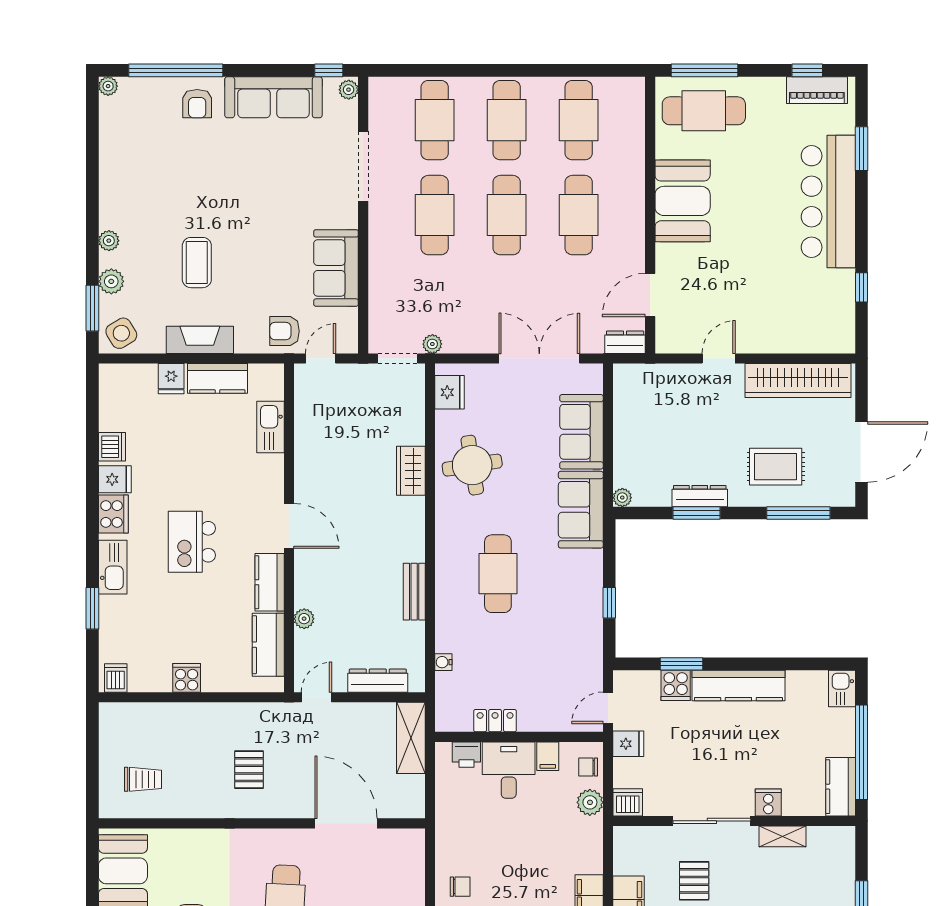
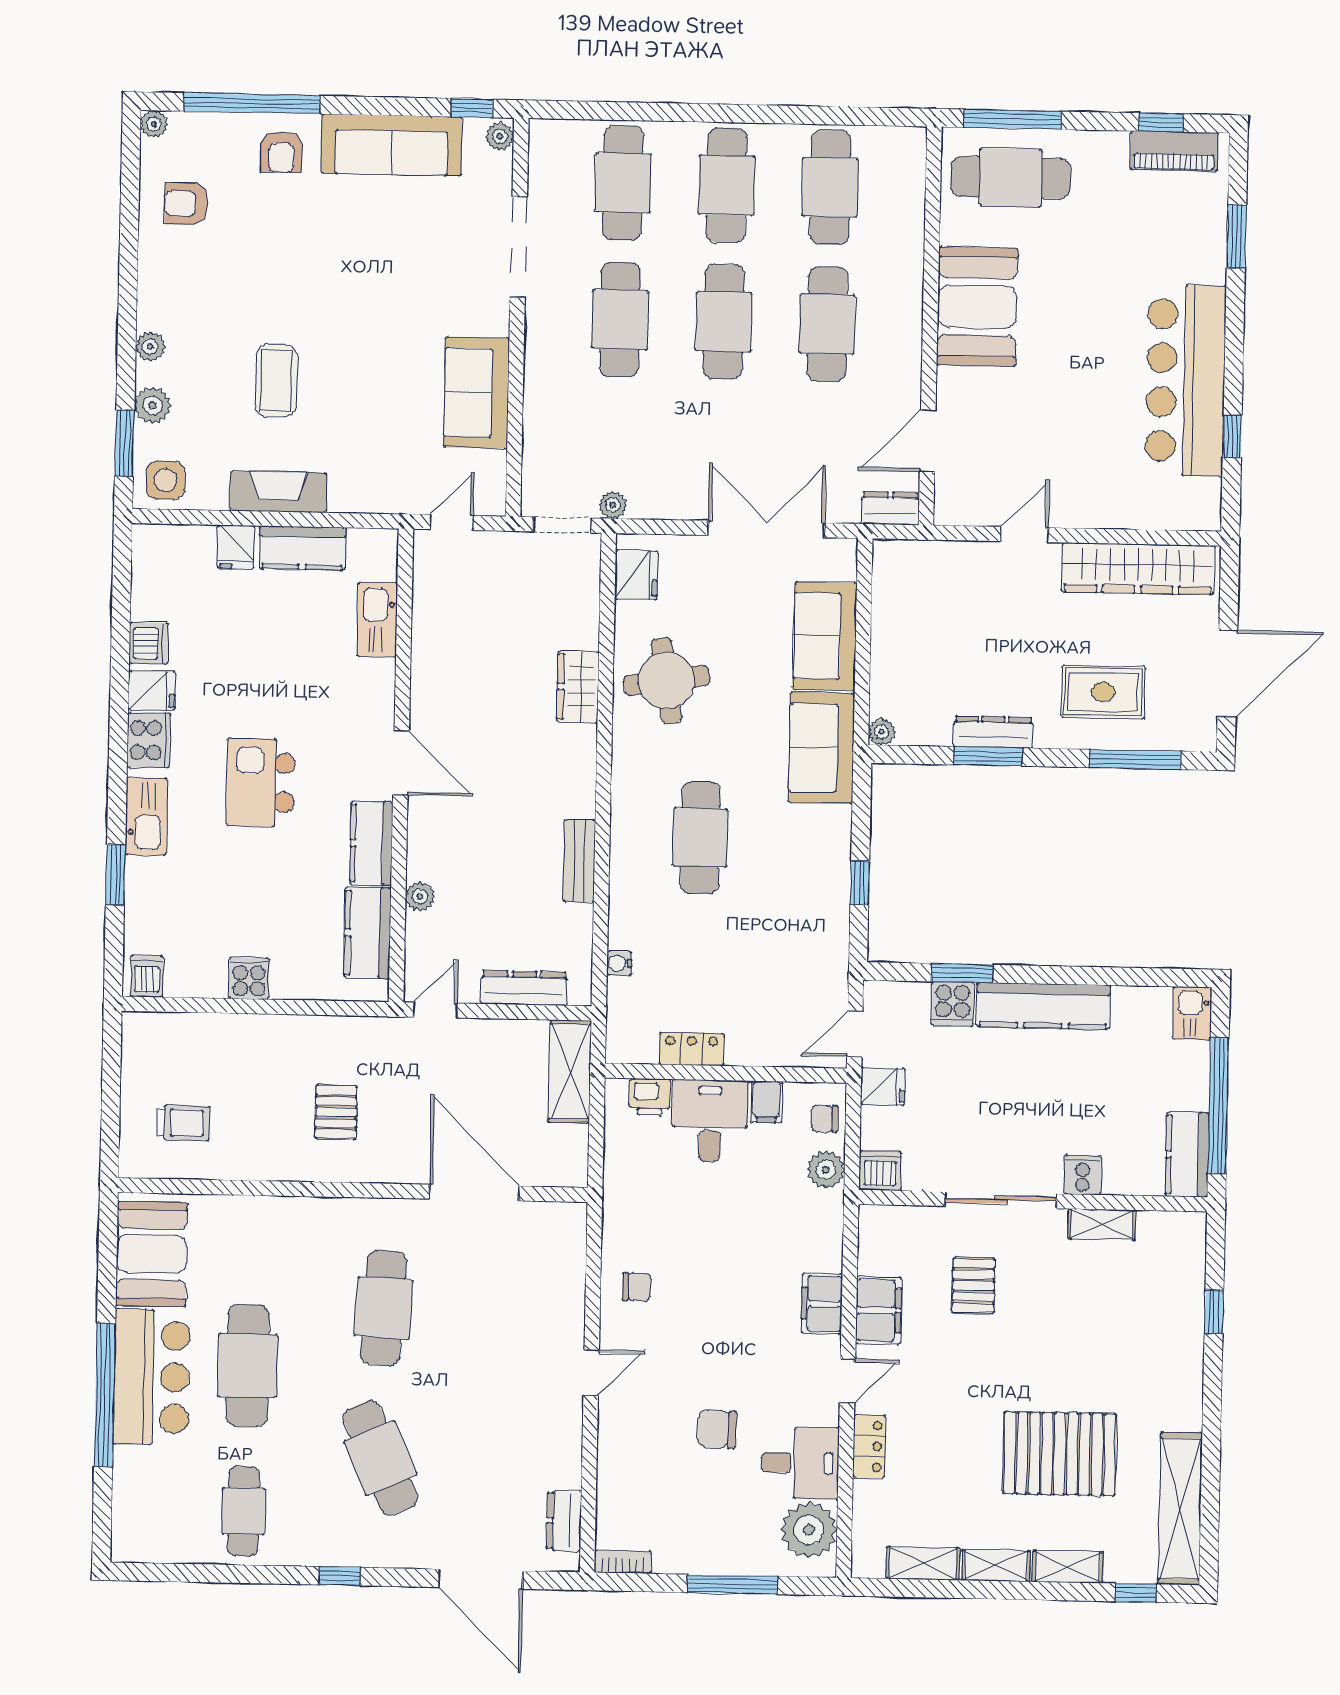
bar counter: (828, 201) -> (1186, 380), moved
armchair: (284, 331) -> (186, 204), moved
side table: (121, 333) -> (165, 480), turned 30

